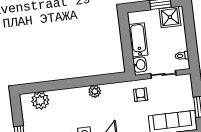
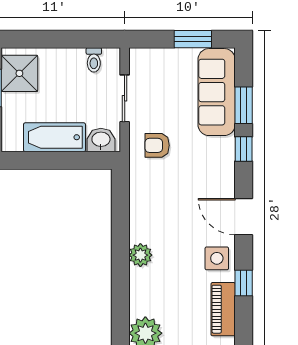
plant: (95, 91) -> (140, 255), moved

